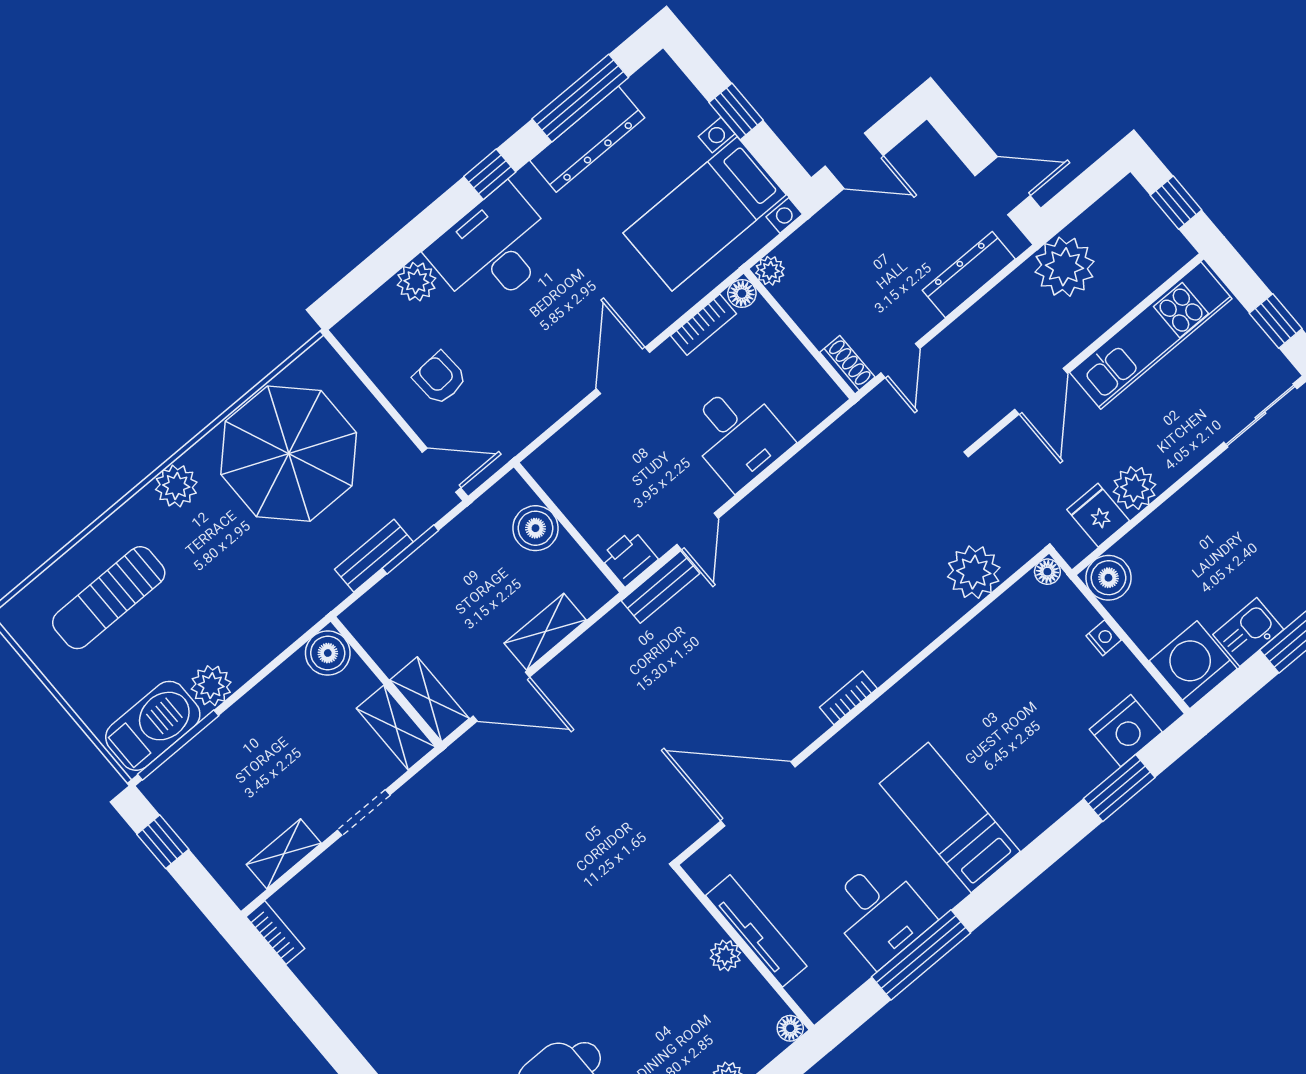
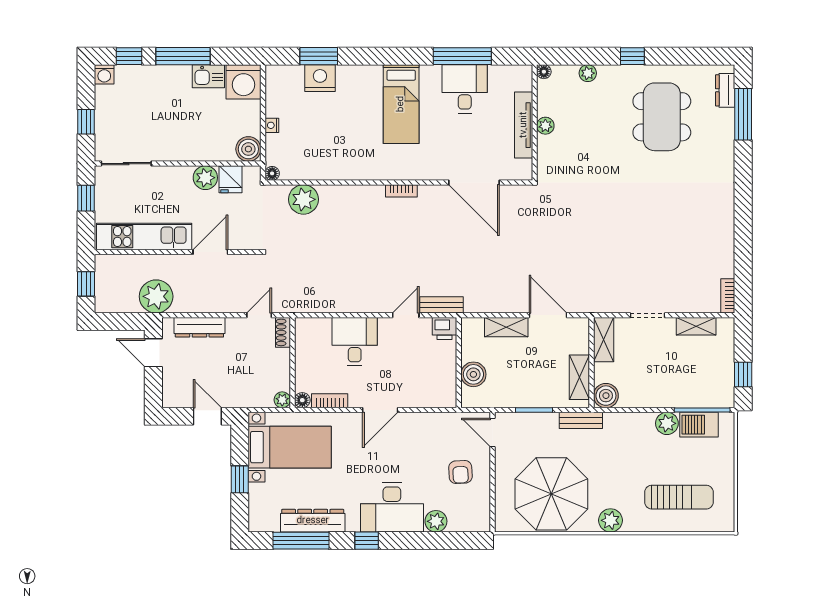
bench: (374, 556) -> (581, 420), moved
shelving: (430, 699) -> (579, 377), moved
barbecue: (153, 726) -> (699, 425), width x0.73, depth x0.83
nightstand: (1126, 731) -> (320, 78), moved

